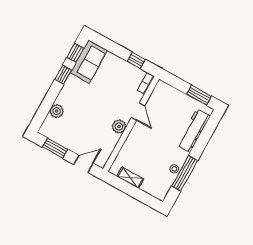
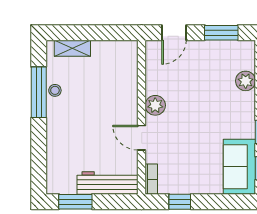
workbench: (194, 131) -> (108, 183), moved, turned -90
shelving: (130, 178) -> (72, 48), moved

